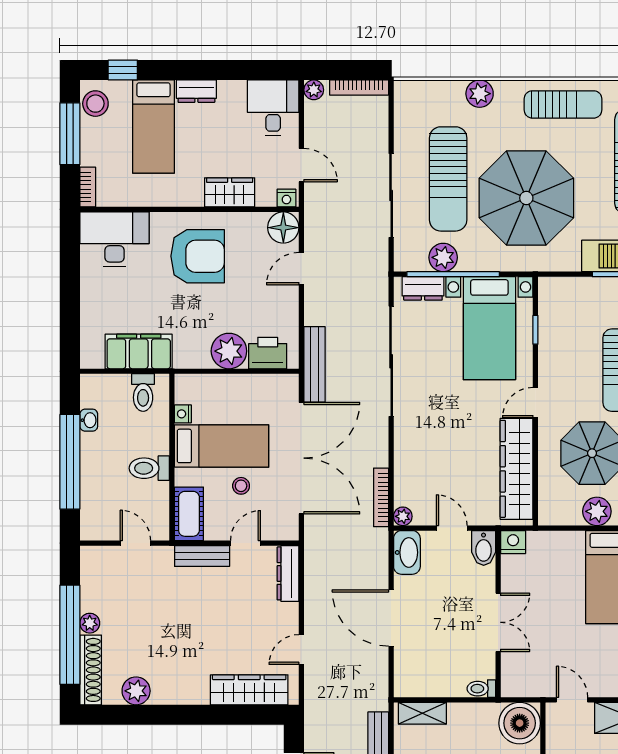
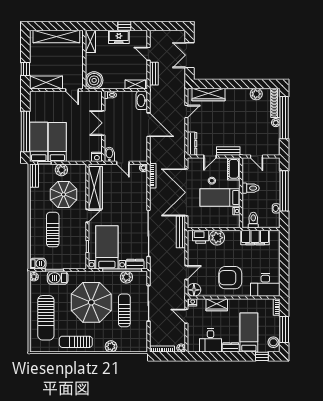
desk: (273, 108) -> (211, 340), moved
sun lounger: (448, 179) -> (124, 310), width x0.73, depth x0.75
washbasin: (407, 552) -> (142, 100), moved

